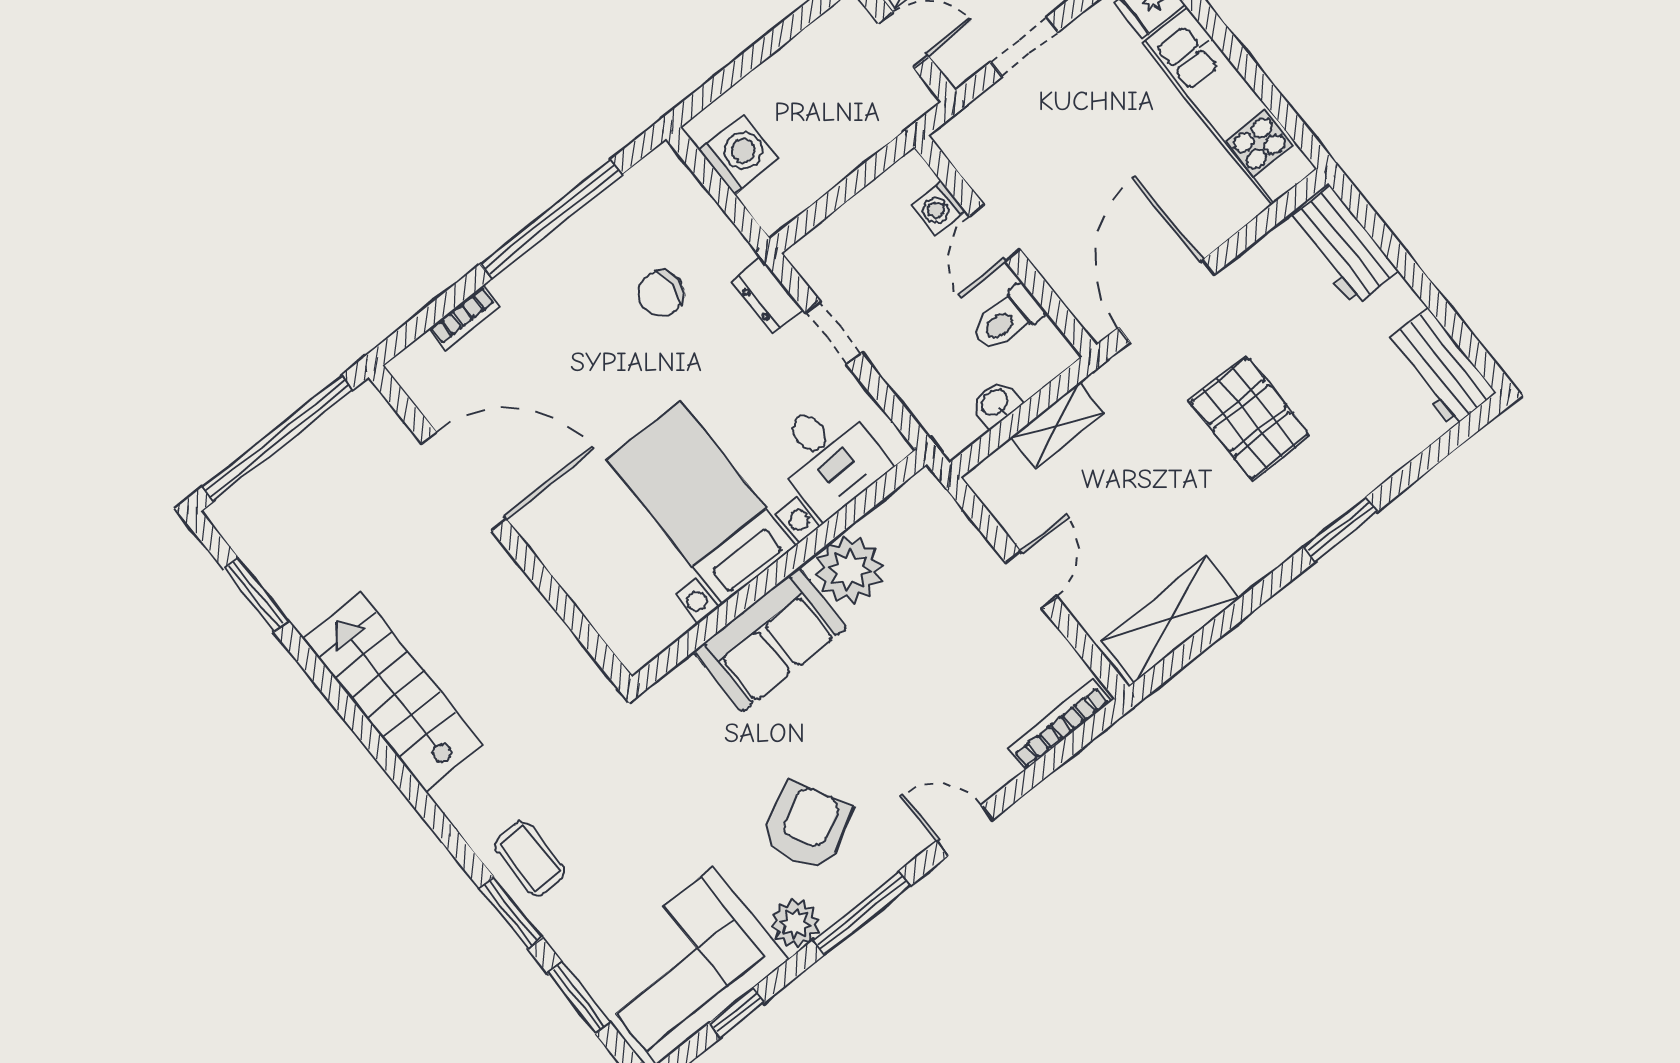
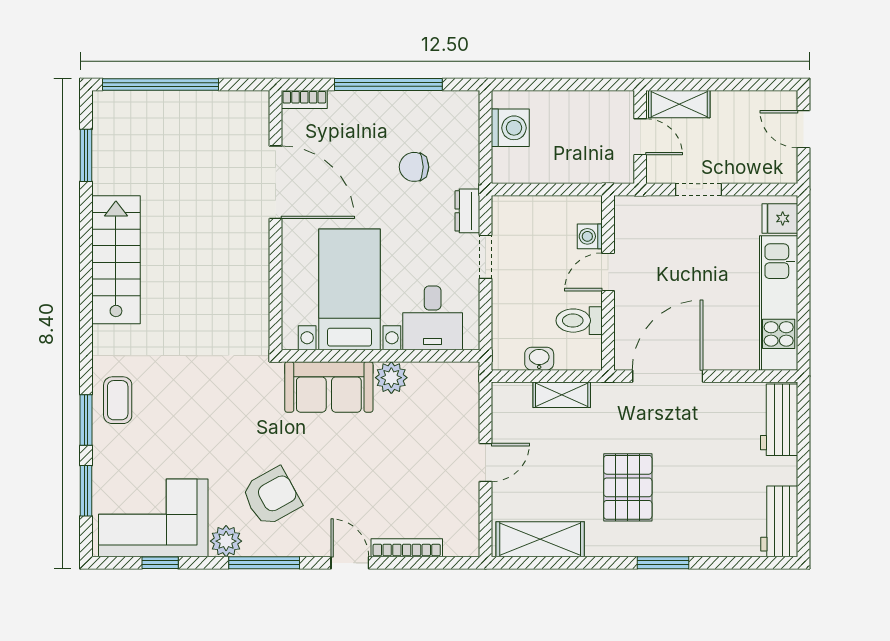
pallet: (1250, 418) -> (628, 487), moved
door: (464, 482) -> (276, 182), moved
wall: (500, 527) -> (276, 220), moved
plant: (849, 570) -> (391, 378), width x0.73, depth x0.73
bookcase: (1059, 725) -> (407, 548), moved

